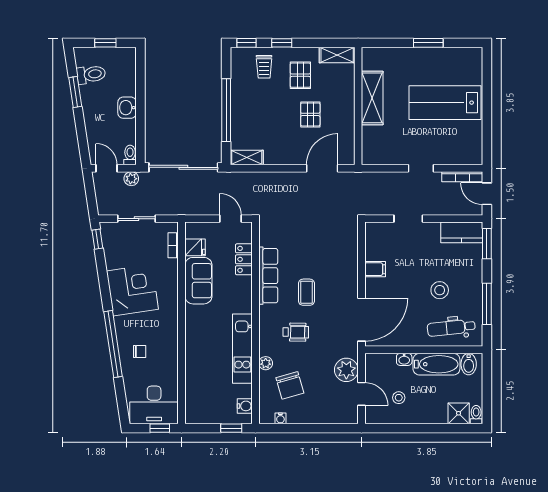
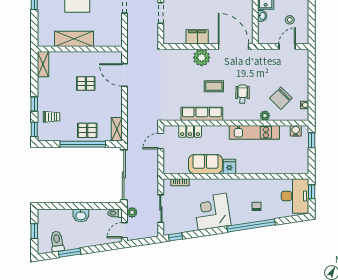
pallet: (300, 75) -> (87, 130), moved
fridge: (195, 247) -> (229, 167), moved
filing cabinet: (375, 269) -> (197, 37), width x2.00
plant: (346, 370) -> (202, 58), moved
chair: (290, 385) -> (281, 98), turned 151

